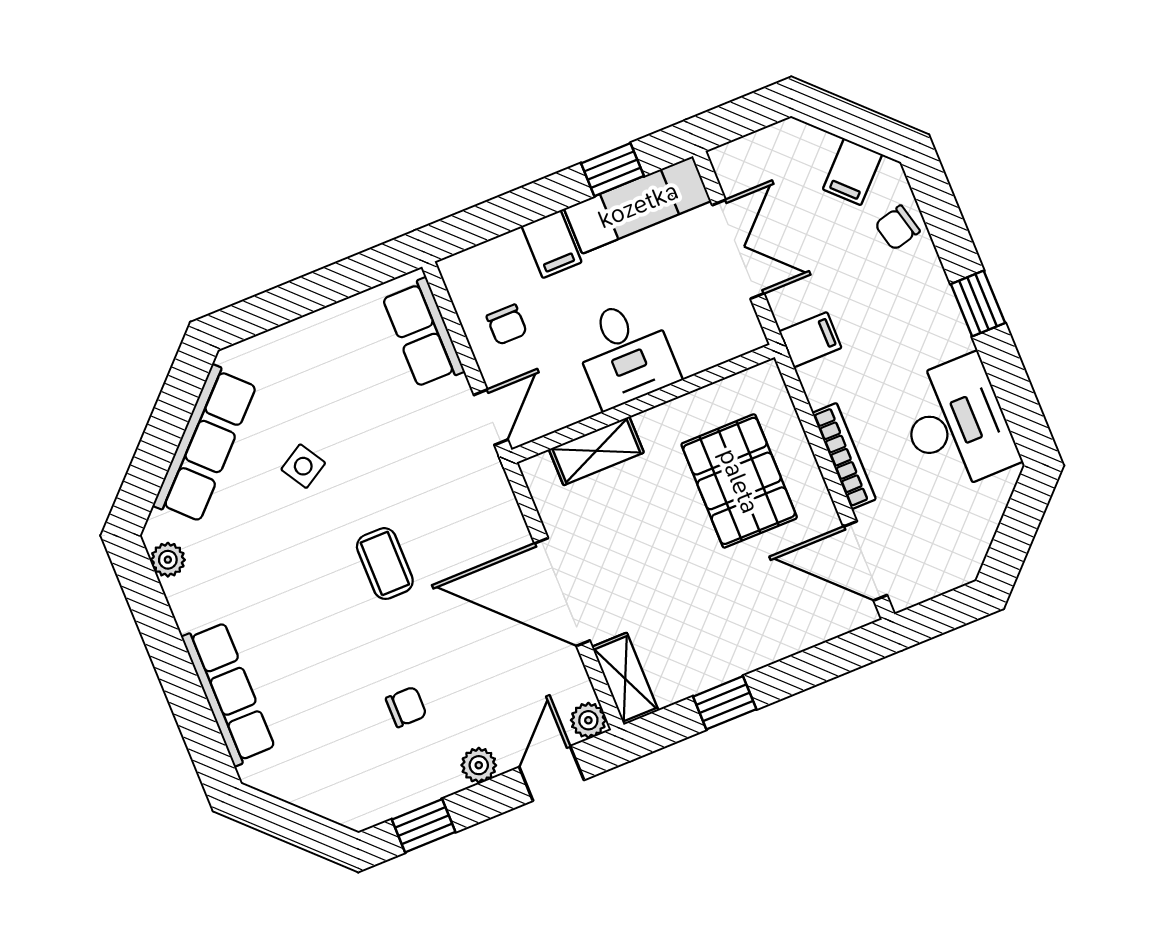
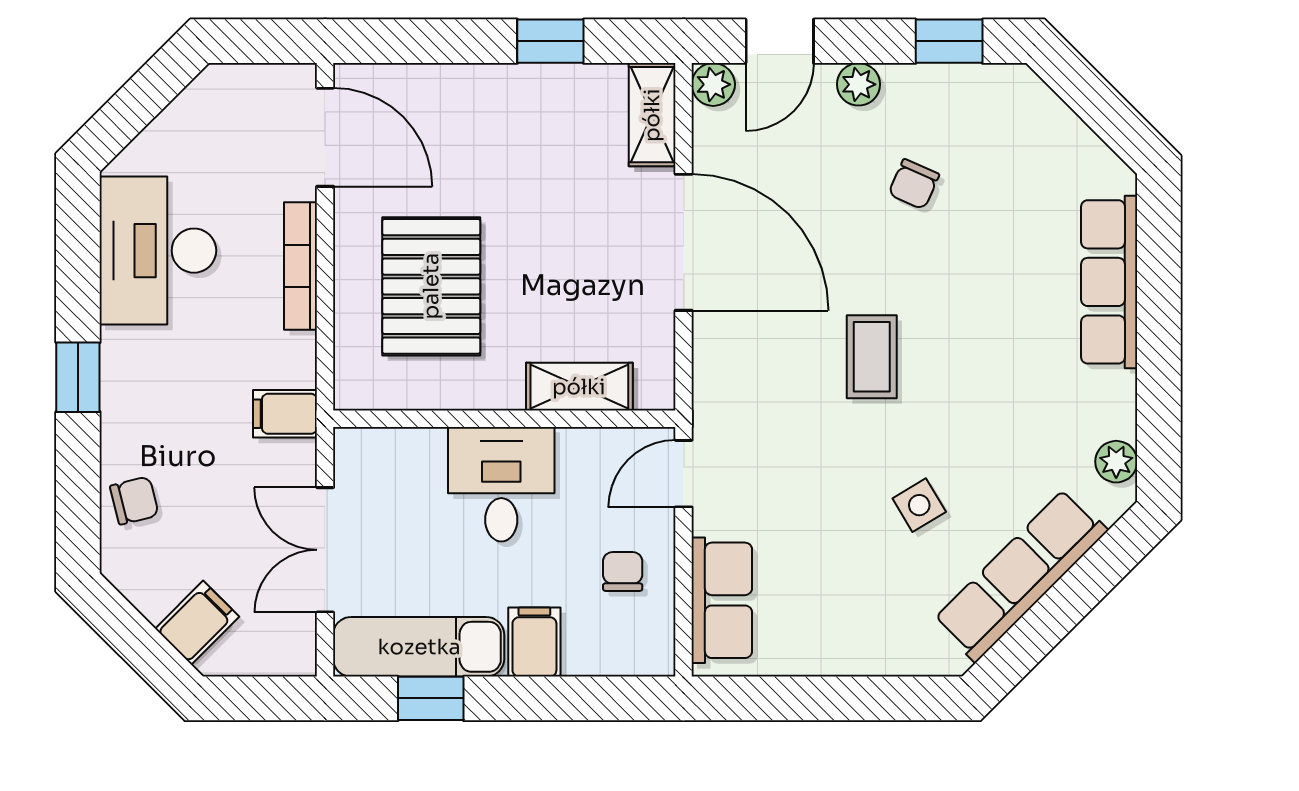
filing cabinet: (853, 172) -> (197, 623), moved
chair: (406, 707) -> (914, 184), turned -66

